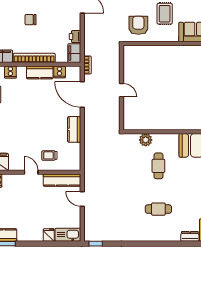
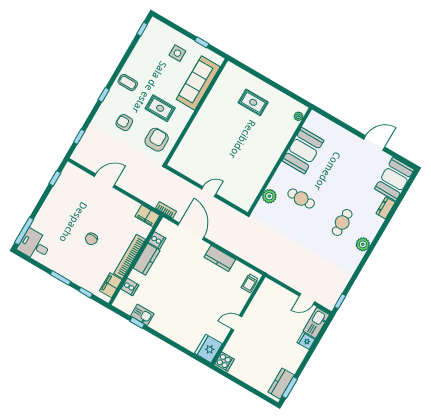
armchair: (138, 25) -> (157, 140), turned 90
printer: (75, 36) -> (132, 206), removed
door: (82, 94) -> (191, 231), swing flipped
trolley: (49, 155) -> (250, 283), moved
kitchen counter: (62, 180) -> (261, 298), removed
door: (82, 199) -> (307, 299), moved
plant: (151, 235) -> (363, 244), added

